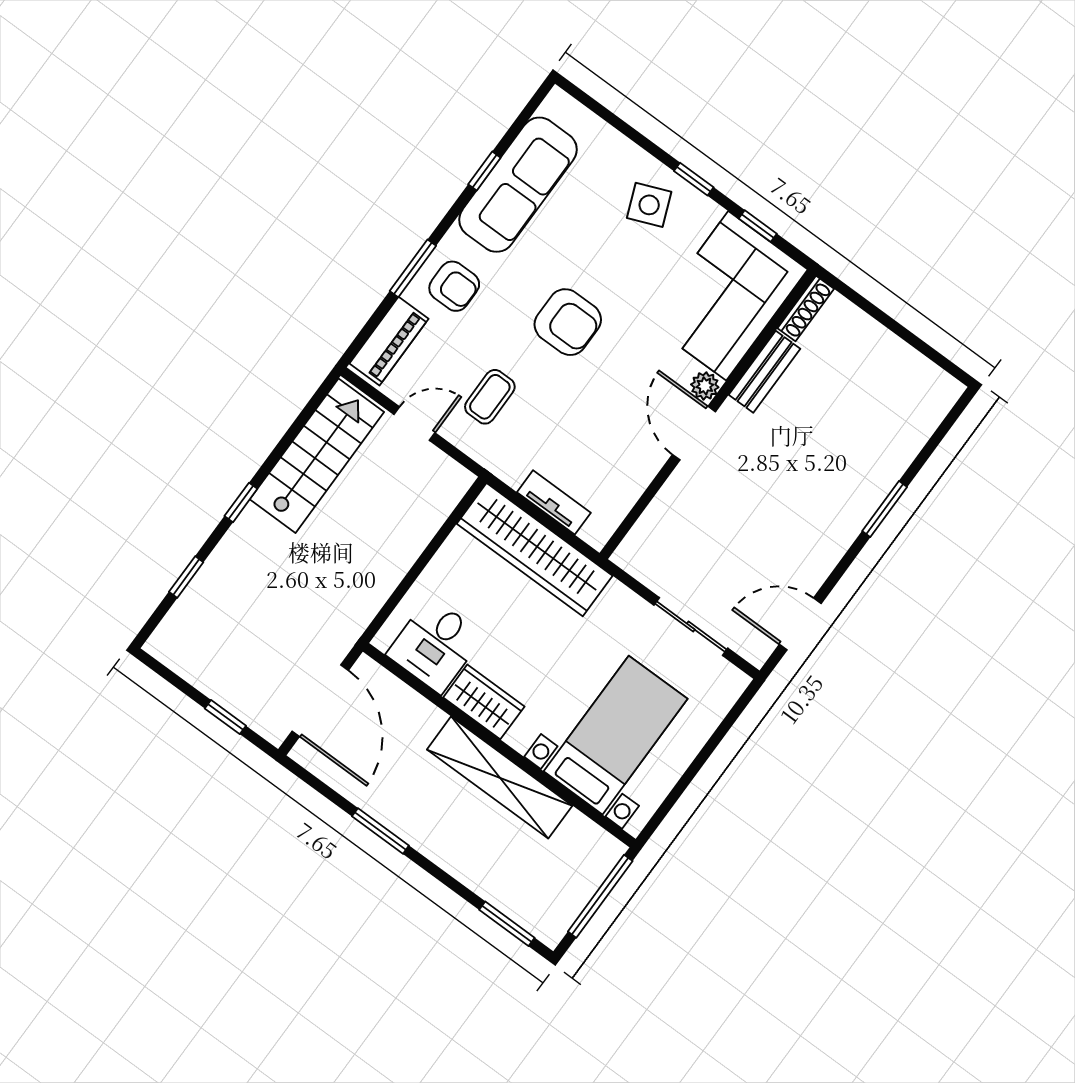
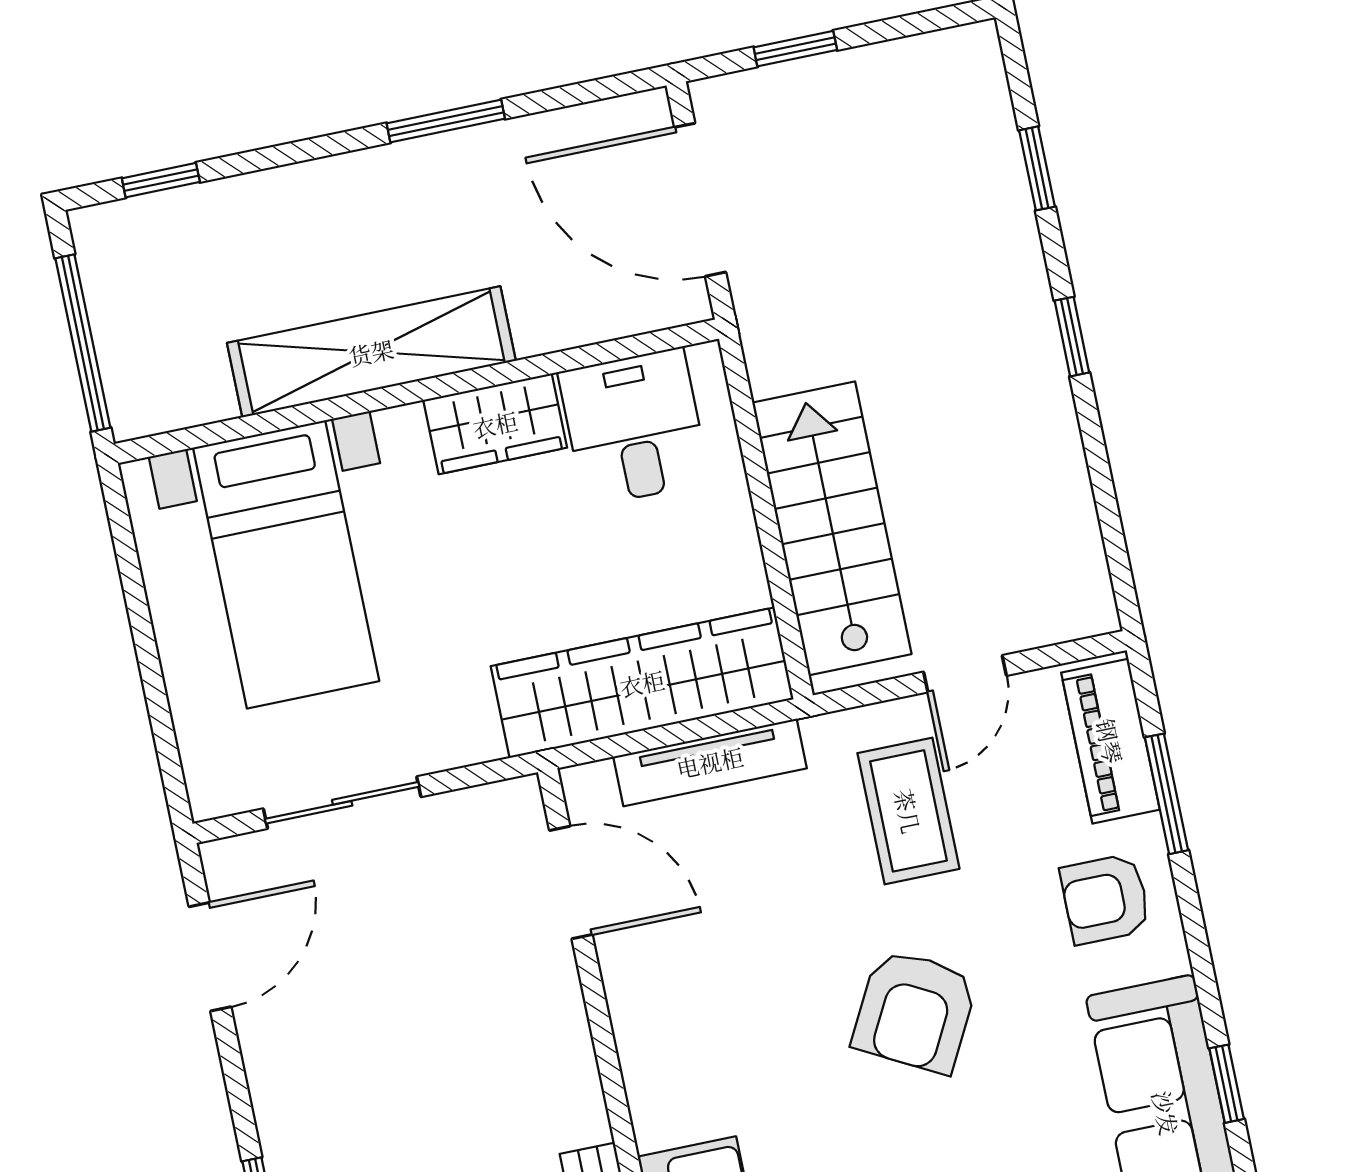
window: (413, 268) -> (1167, 794), moved
armchair: (568, 322) -> (915, 1011), turned -62
plant: (705, 386) -> (657, 1121), removed
coffee table: (490, 397) -> (908, 811), width x1.36, depth x1.30
door: (694, 433) -> (571, 882), moved
stairs: (317, 456) -> (832, 528), moved, turned 180
tv unit: (554, 502) -> (710, 762), width x1.41
window: (507, 924) -> (161, 180), width x0.67

